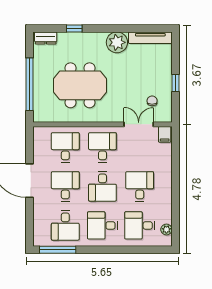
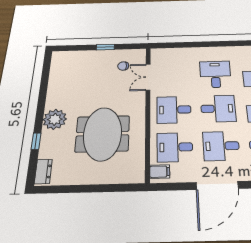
tv unit: (150, 38) -> (56, 69), removed
plant: (117, 42) -> (55, 119), moved
window: (30, 84) -> (98, 188), removed
filing cabinet: (165, 134) -> (160, 172), moved
desk: (140, 186) -> (215, 74), turned 90

